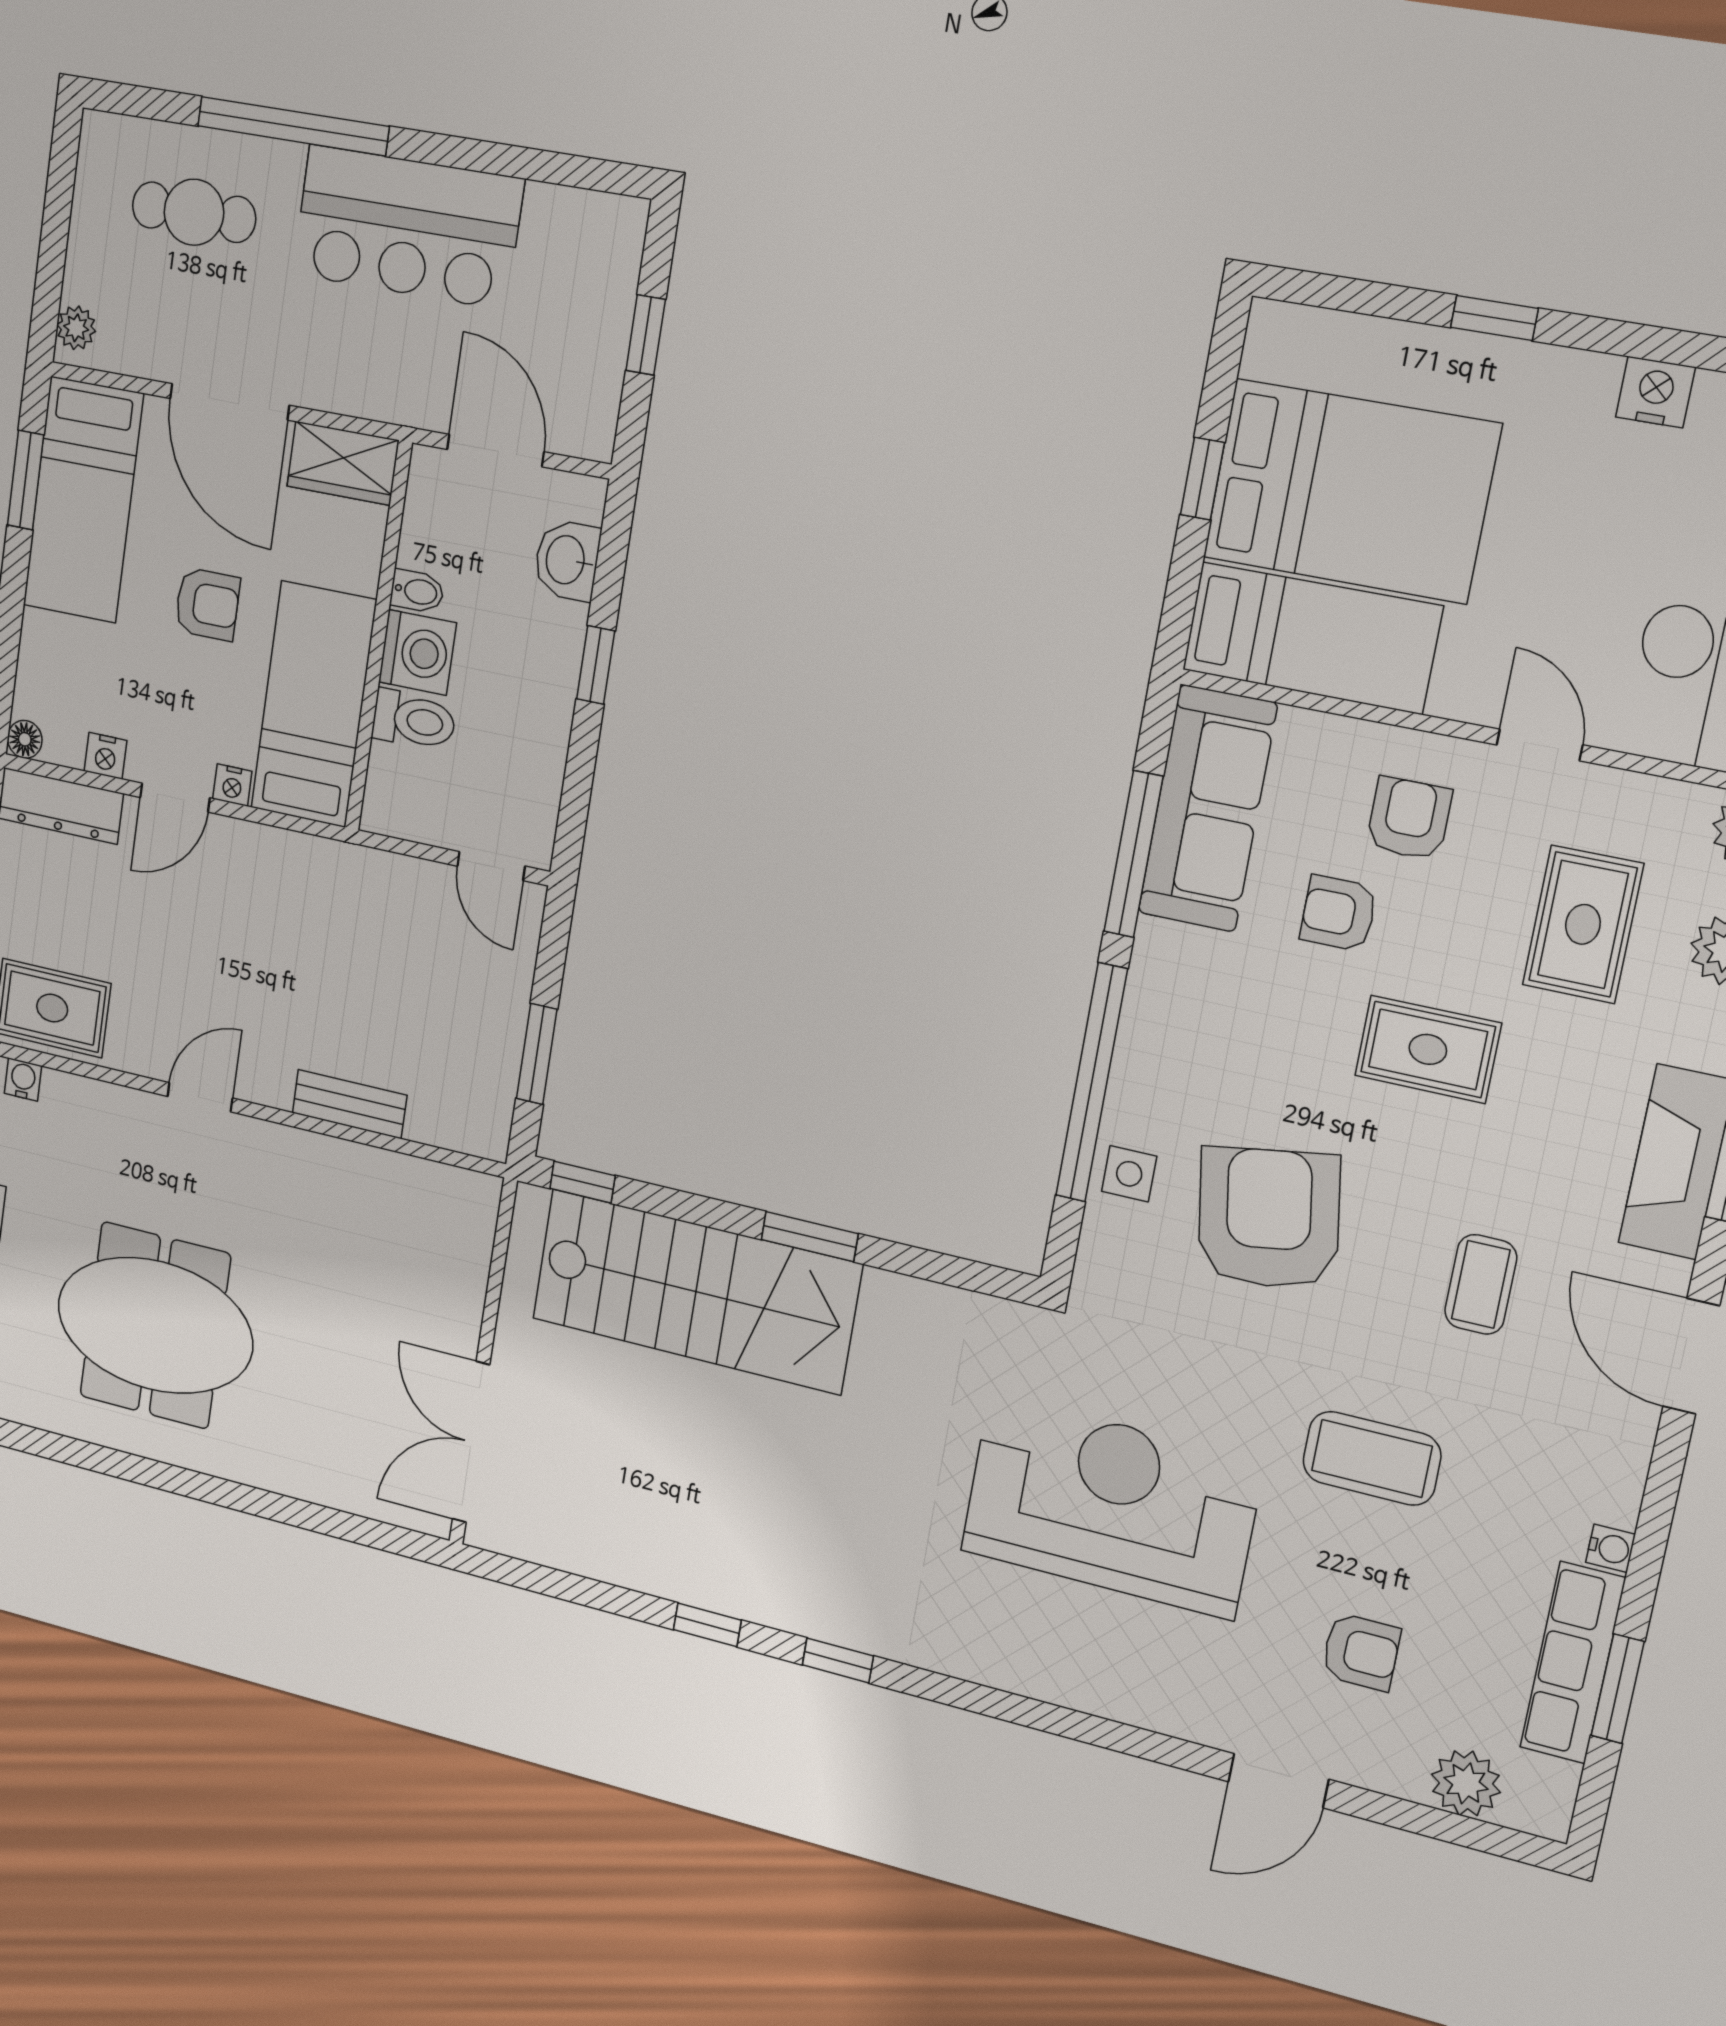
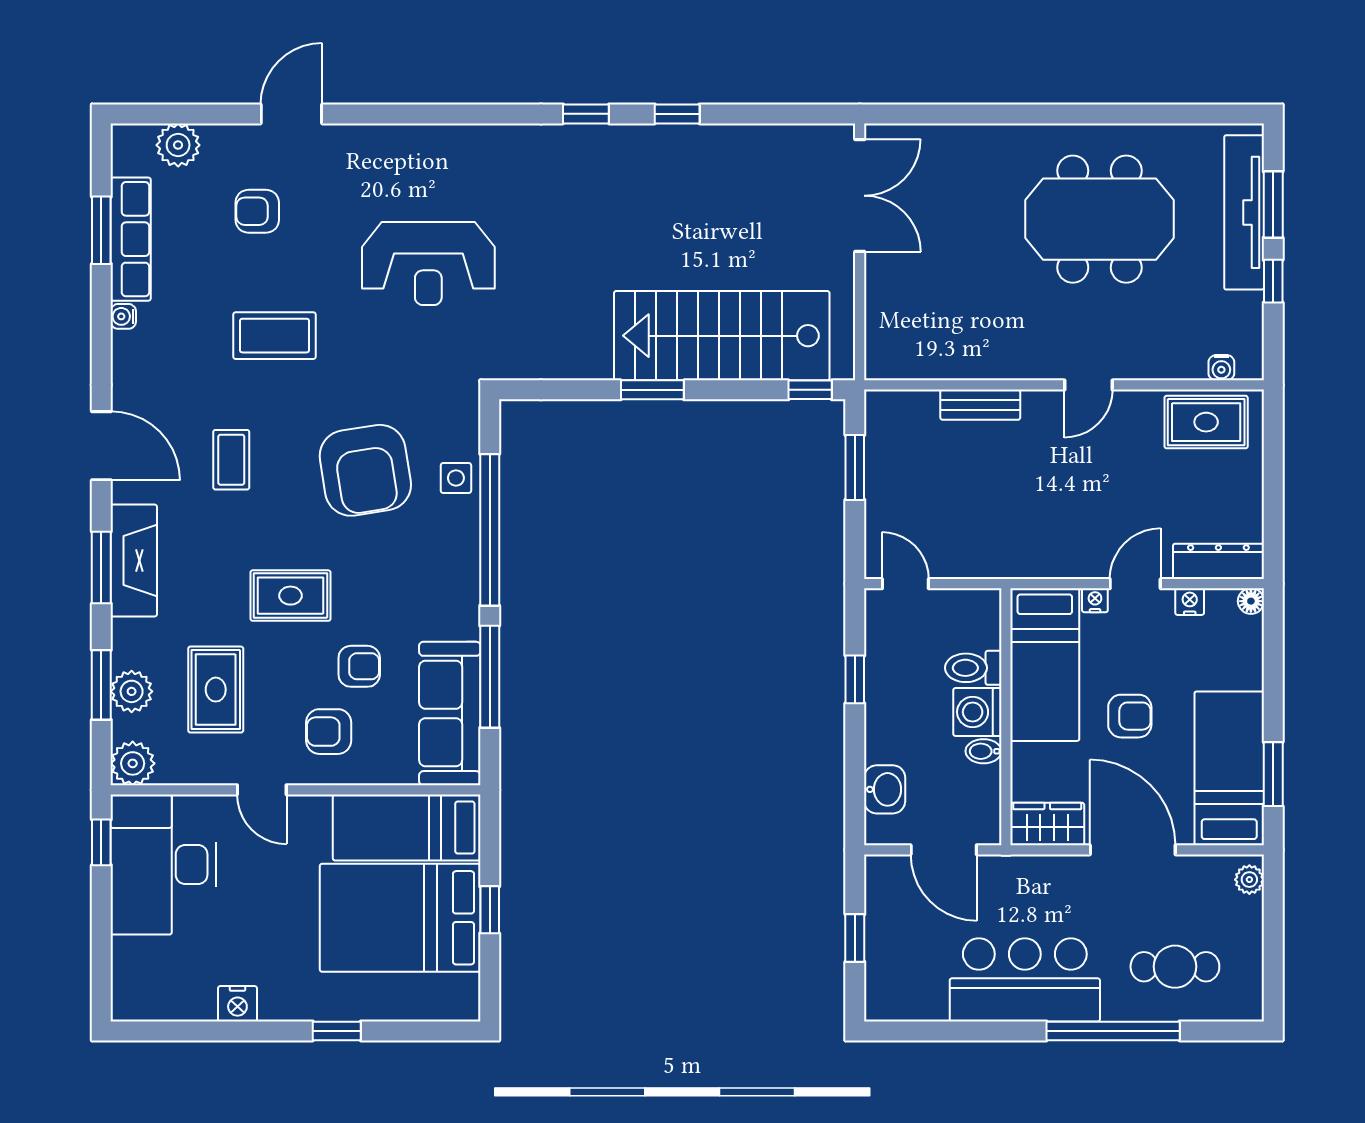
armchair: (207, 604) -> (1130, 716), turned 180
window: (596, 665) -> (855, 679), moved
armchair: (1409, 819) -> (329, 732), turned 90
reception desk: (1111, 1506) -> (428, 264), width x0.74, depth x0.77

